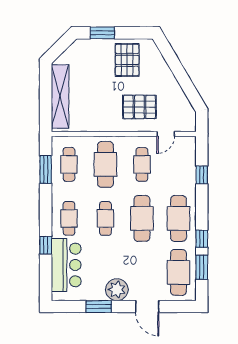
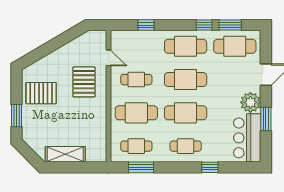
shelving: (60, 97) -> (65, 154), width x0.68
cafe table: (105, 218) -> (186, 113), width x1.37, depth x1.35
bar counter: (66, 265) -> (247, 138), moved, turned -90

